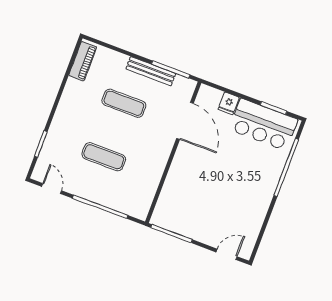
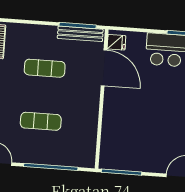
bench: (151, 71) -> (80, 34), moved
fridge: (229, 103) -> (116, 42), moved, turned -90

